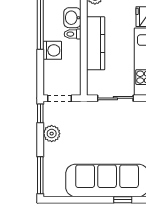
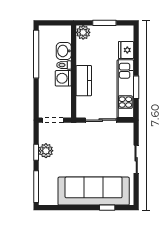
kitchen counter: (96, 43) -> (84, 81), width x0.67
washing machine: (52, 50) -> (63, 78), moved, turned 180
window: (40, 113) -> (36, 152), moved

